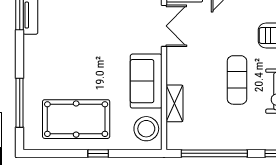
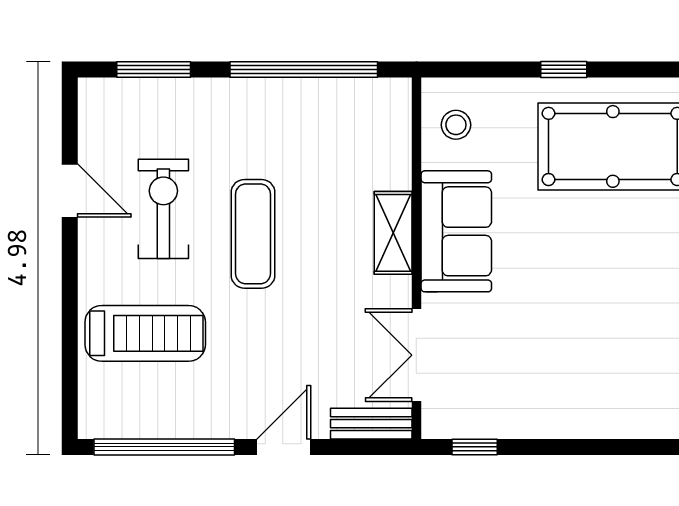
shelving: (174, 103) -> (393, 233), moved
stool: (146, 129) -> (456, 125), width x0.53, depth x0.53

